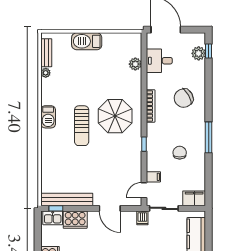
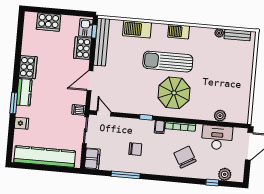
barbecue: (87, 41) -> (137, 29), moved, turned -90
window: (209, 51) -> (212, 183), moved
desk: (159, 61) -> (217, 138), width x1.37
sun lounger: (82, 126) -> (168, 62), width x1.36, depth x1.34
window: (209, 137) -> (126, 175), moved
filing cabinet: (153, 177) -> (160, 127), moved

